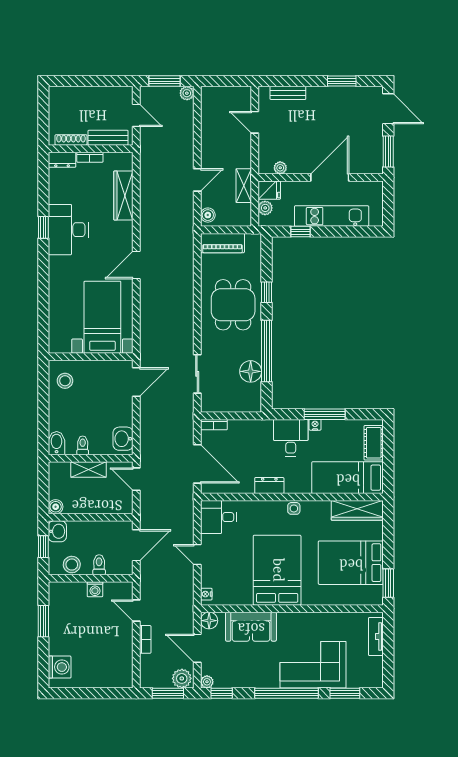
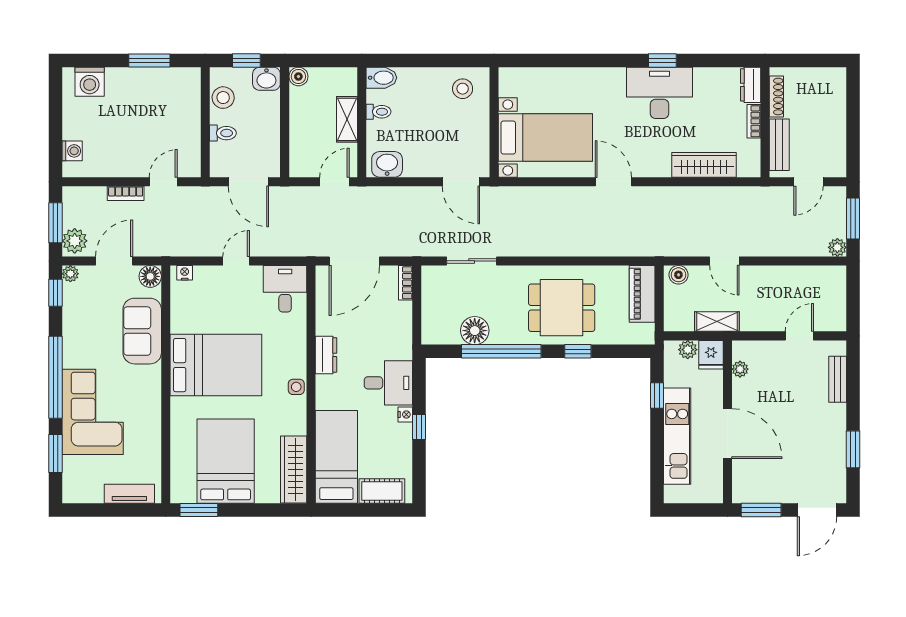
window: (325, 414) -> (419, 427), width x0.46
washing machine: (95, 589) -> (72, 151), moved, turned 180

